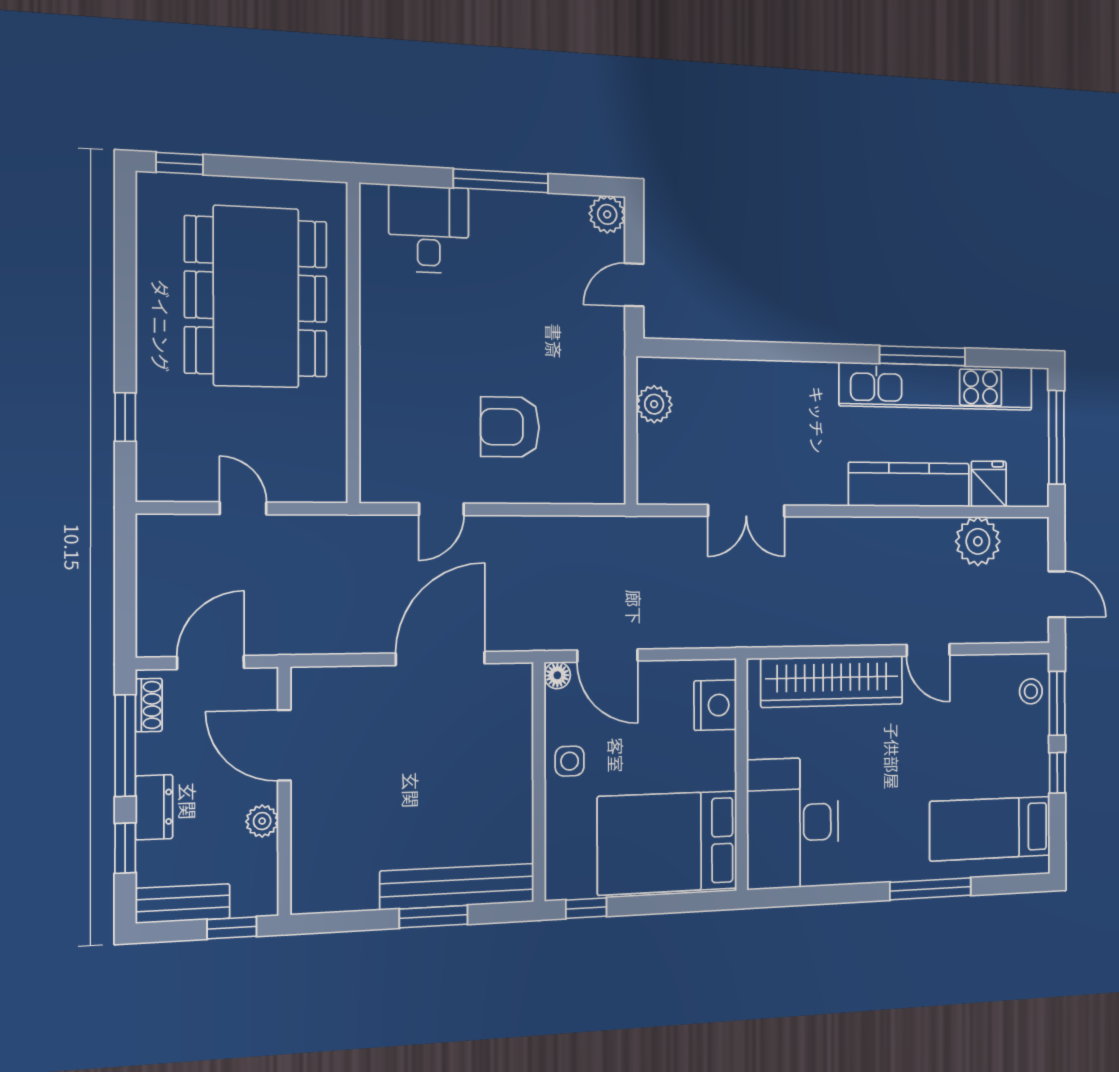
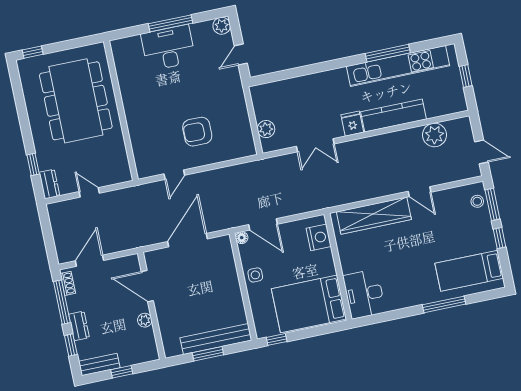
desk: (429, 229) -> (168, 48), moved, width x1.37
plant: (654, 404) -> (266, 129), moved
window: (1056, 437) -> (466, 76), width x0.46
dresser: (154, 470) -> (49, 184), added
fridge: (989, 484) -> (352, 124), moved
door: (284, 745) -> (147, 286), moved
wall: (284, 791) -> (151, 306), moved
plant: (262, 821) -> (145, 320), moved
desk: (793, 823) -> (364, 294), width x0.73, depth x0.77

